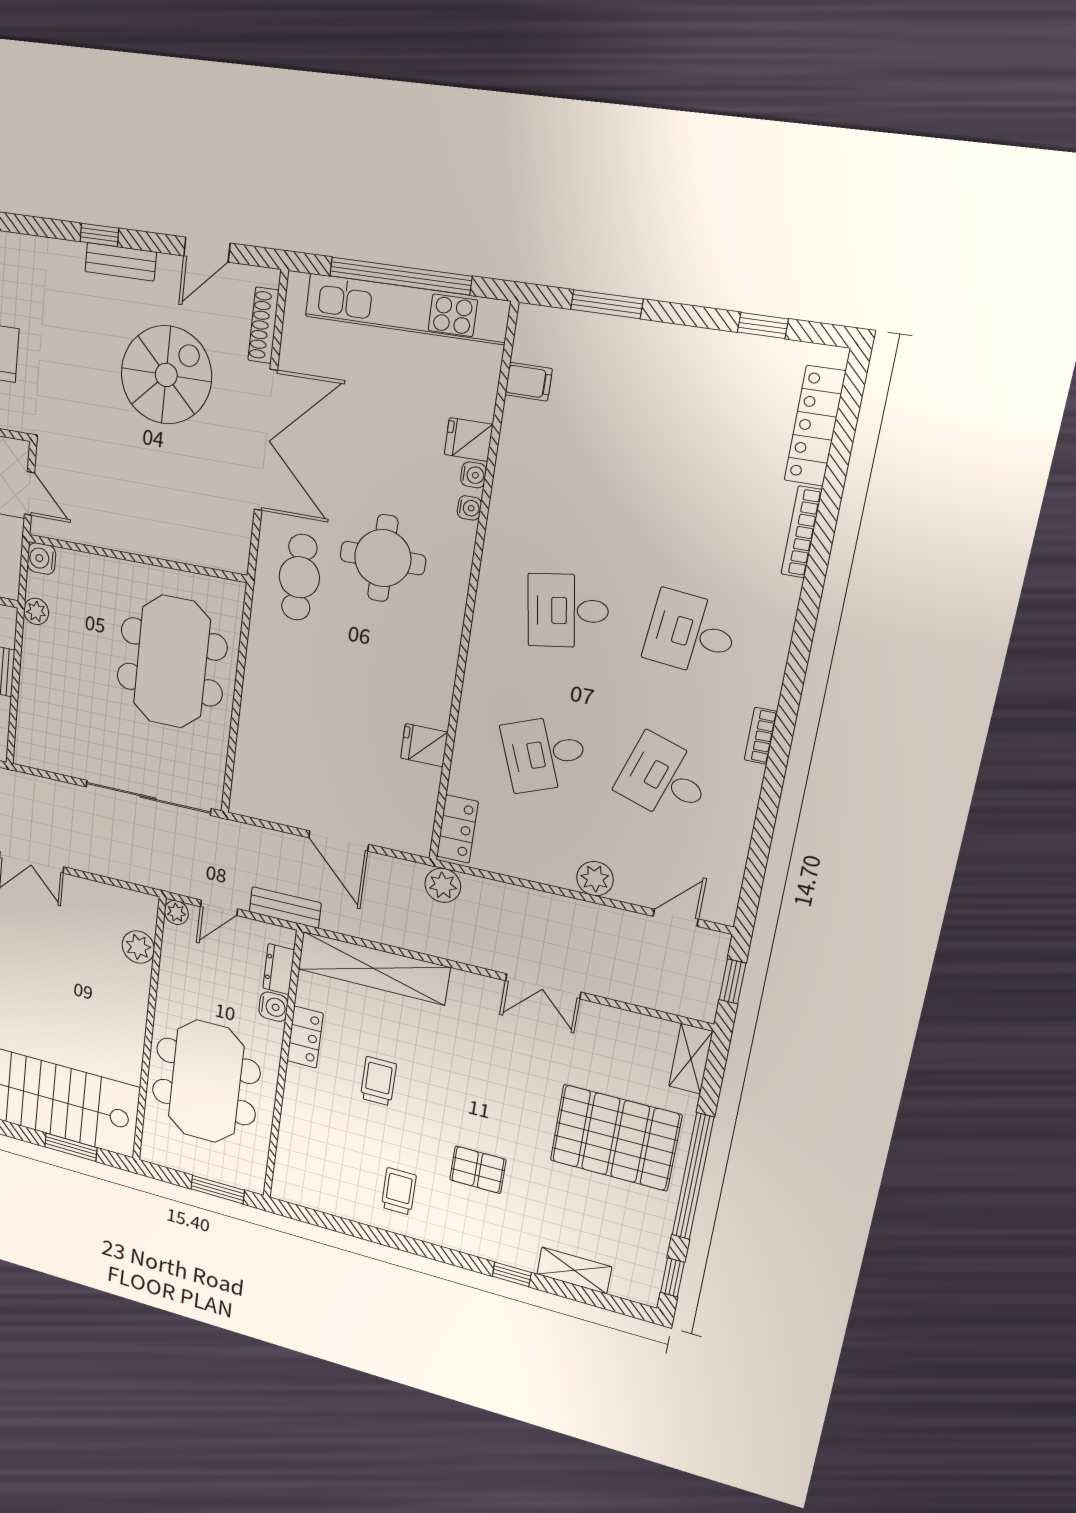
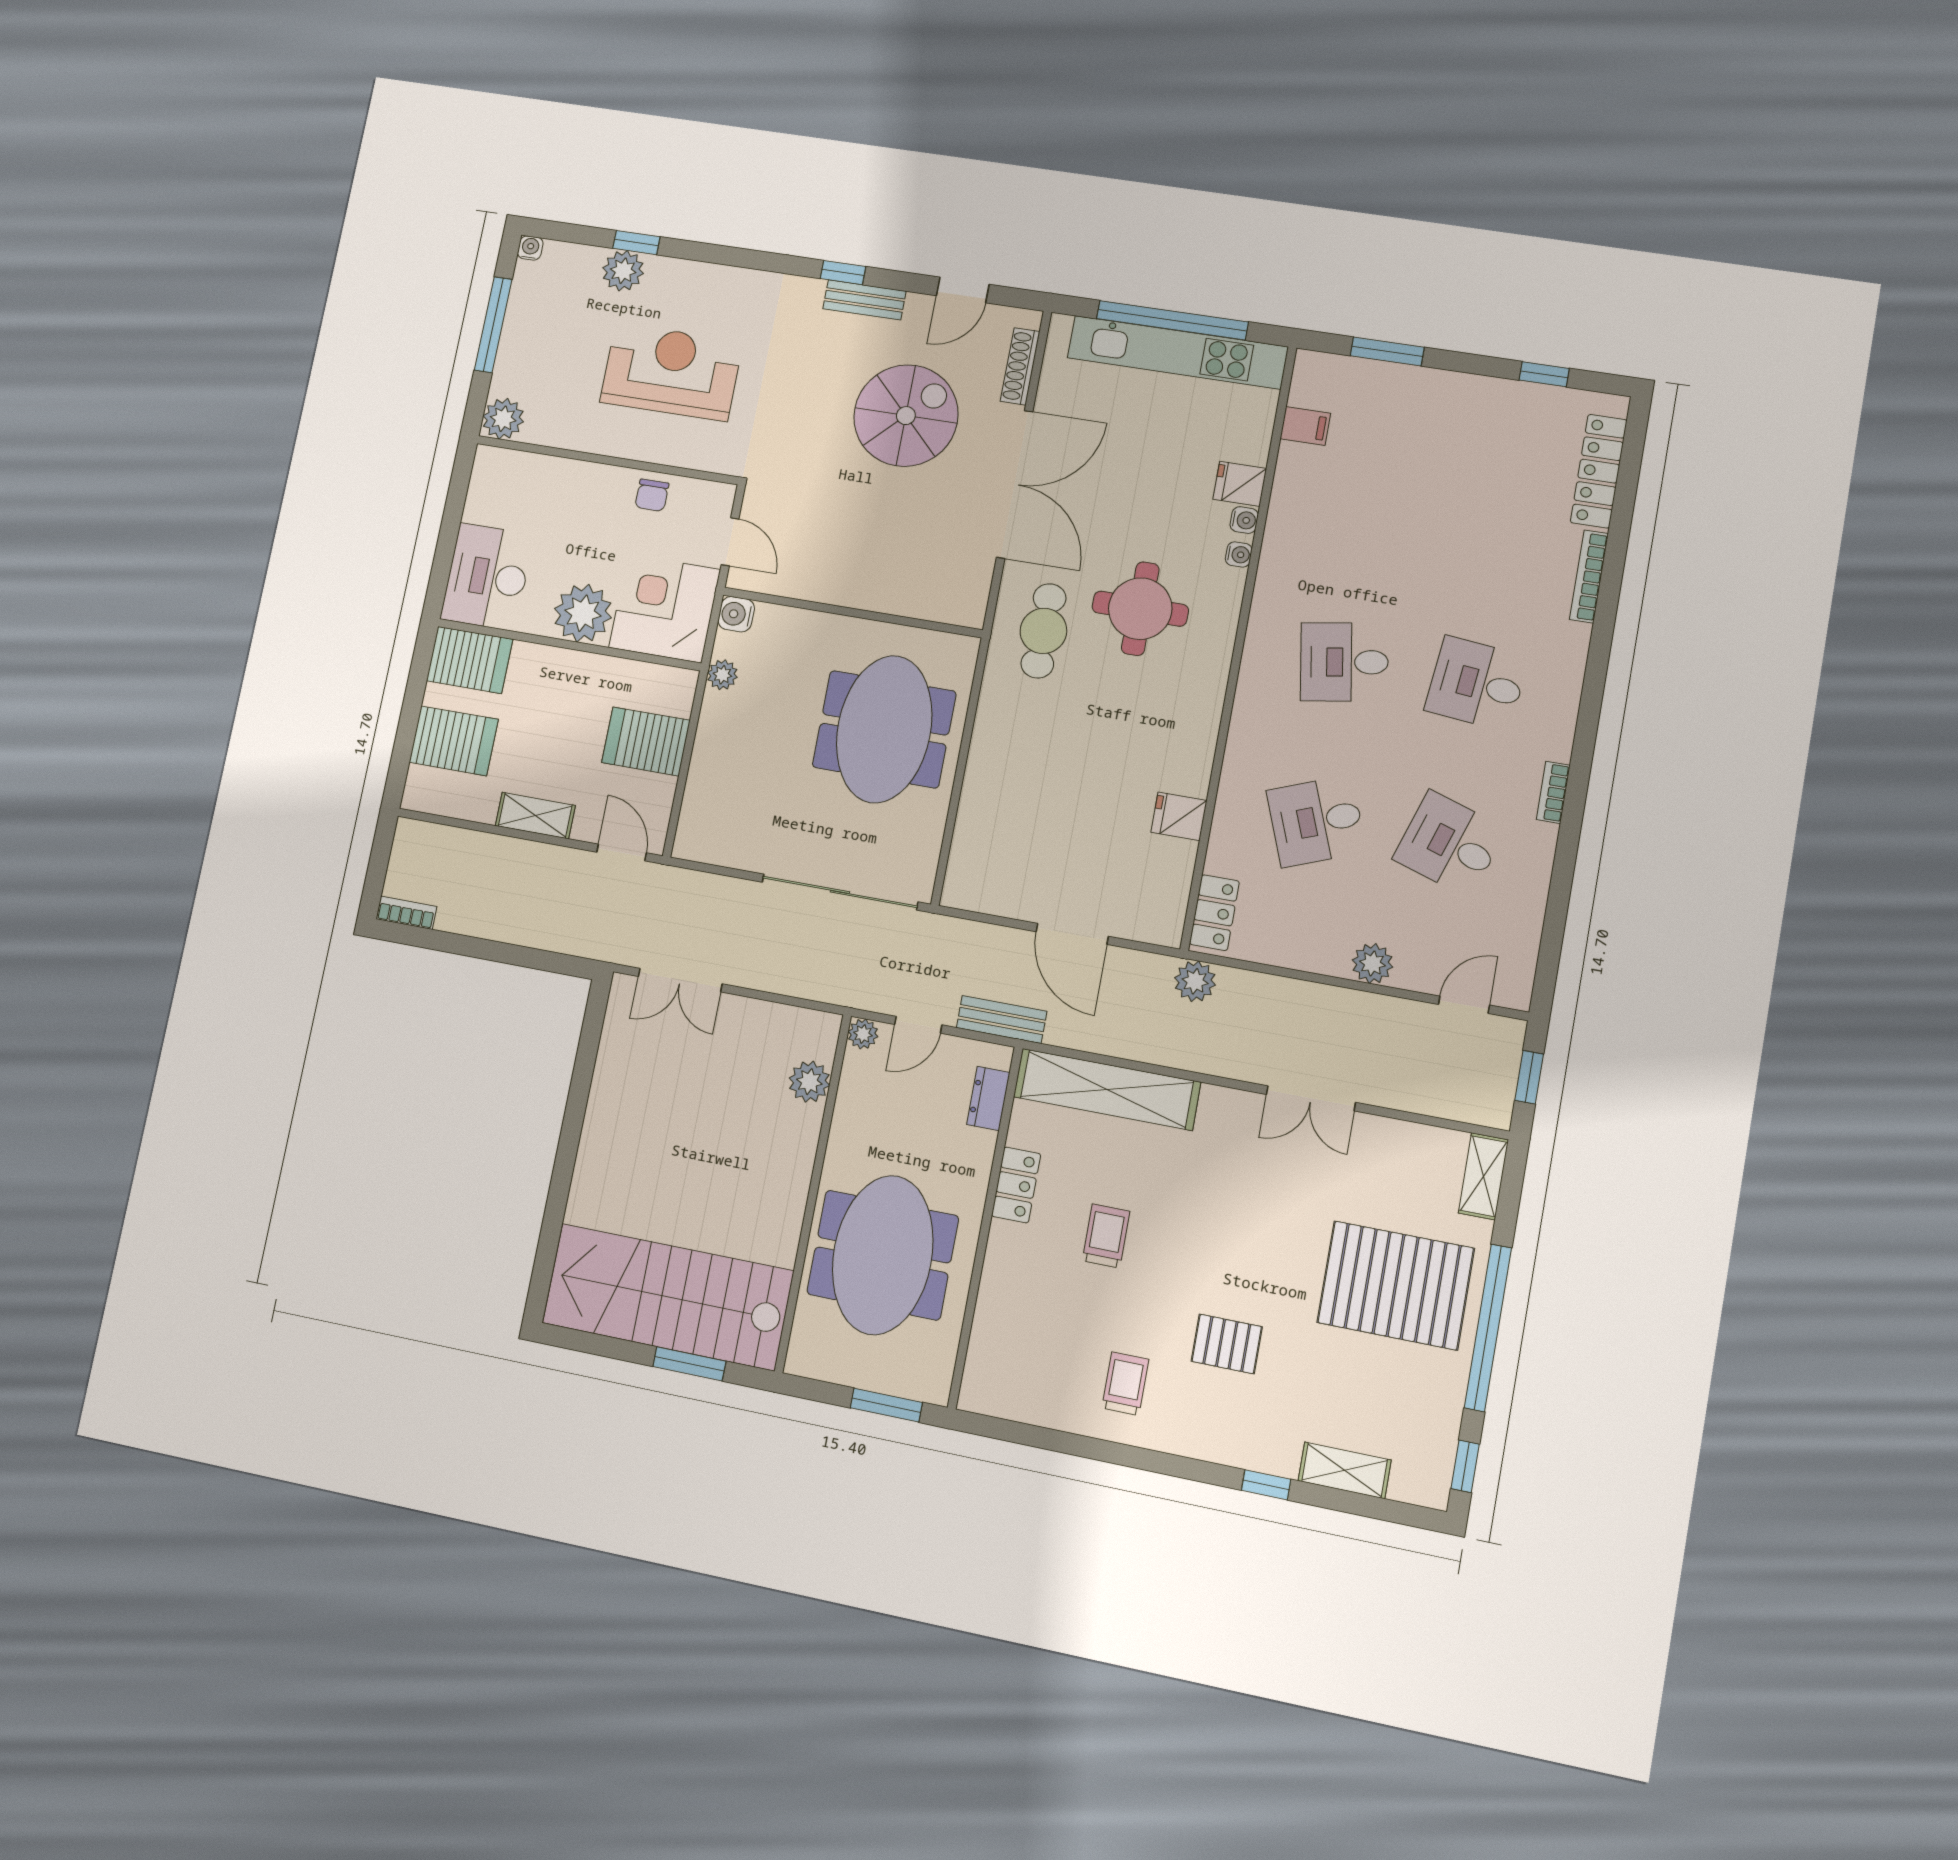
water cooler: (273, 1007) -> (978, 1148), removed

